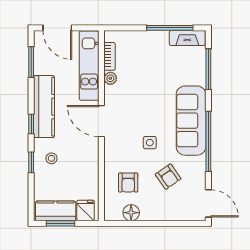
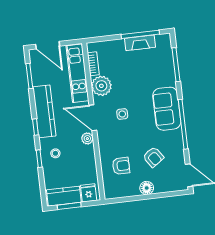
fireplace: (187, 38) -> (140, 43), moved
plant: (110, 78) -> (101, 86), width x1.88, depth x1.88
sofa: (191, 121) -> (167, 109), width x0.73
side table: (150, 143) -> (122, 114), moved
plant: (92, 145) -> (87, 139), added
armchair: (128, 183) -> (121, 166), turned -90
floor lamp: (131, 213) -> (147, 188), moved

